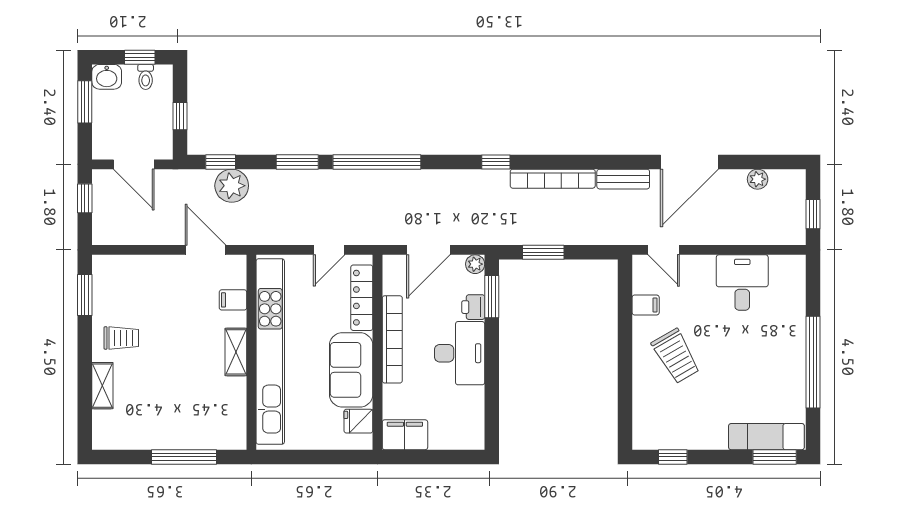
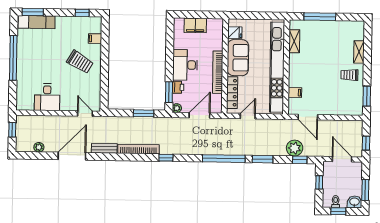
filing cabinet: (646, 305) -> (95, 39), moved
shelving: (236, 352) -> (294, 41), moved
trolley: (676, 356) -> (80, 62), turned 151
filing cabinet: (405, 435) -> (195, 25), moved

